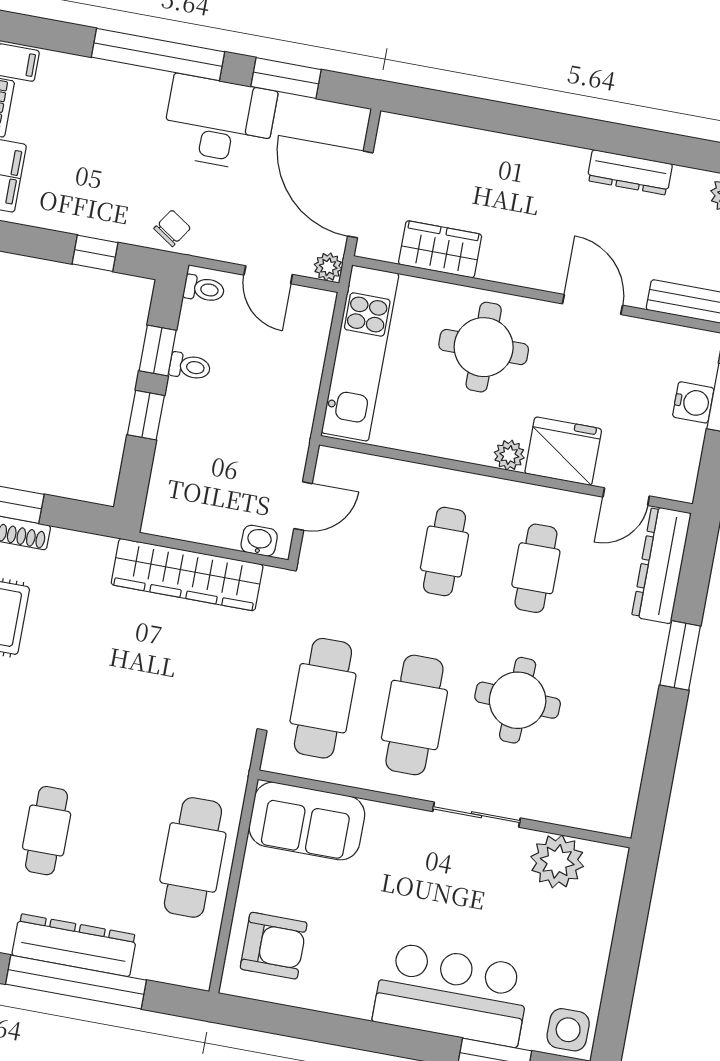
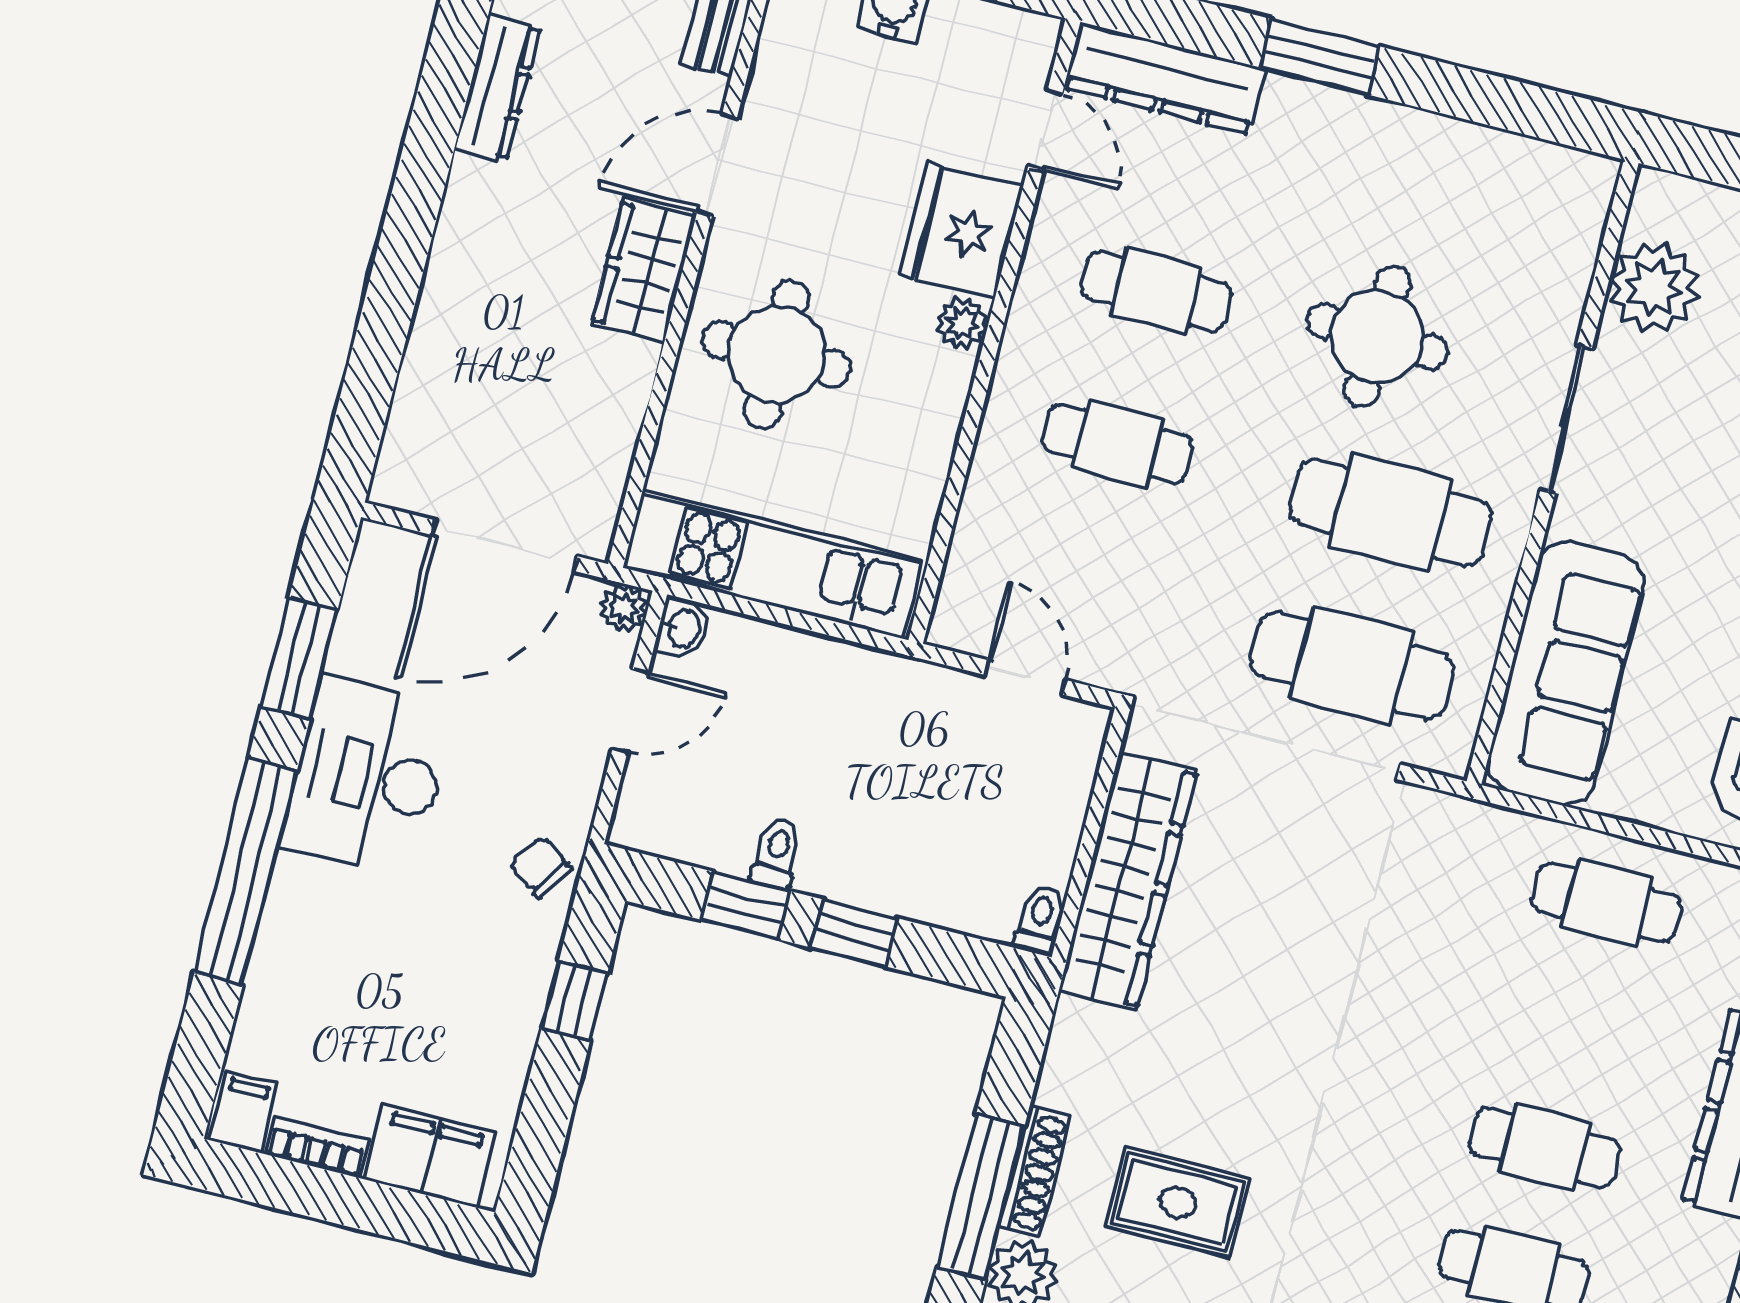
wardrobe: (440, 249) -> (644, 270), moved
toilet: (204, 289) -> (1040, 920), moved
washbasin: (259, 541) -> (683, 628), moved, turned 180
sofa: (307, 821) -> (1566, 673), width x1.36
cafe table: (193, 857) -> (1606, 903), width x0.73, depth x0.74

